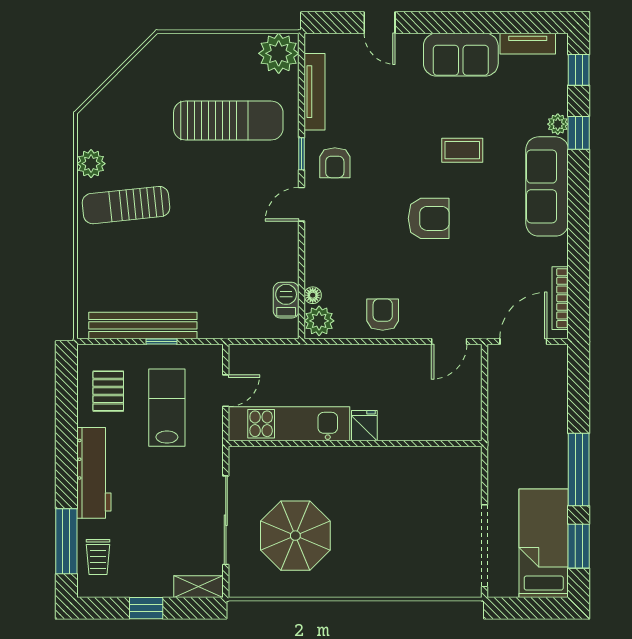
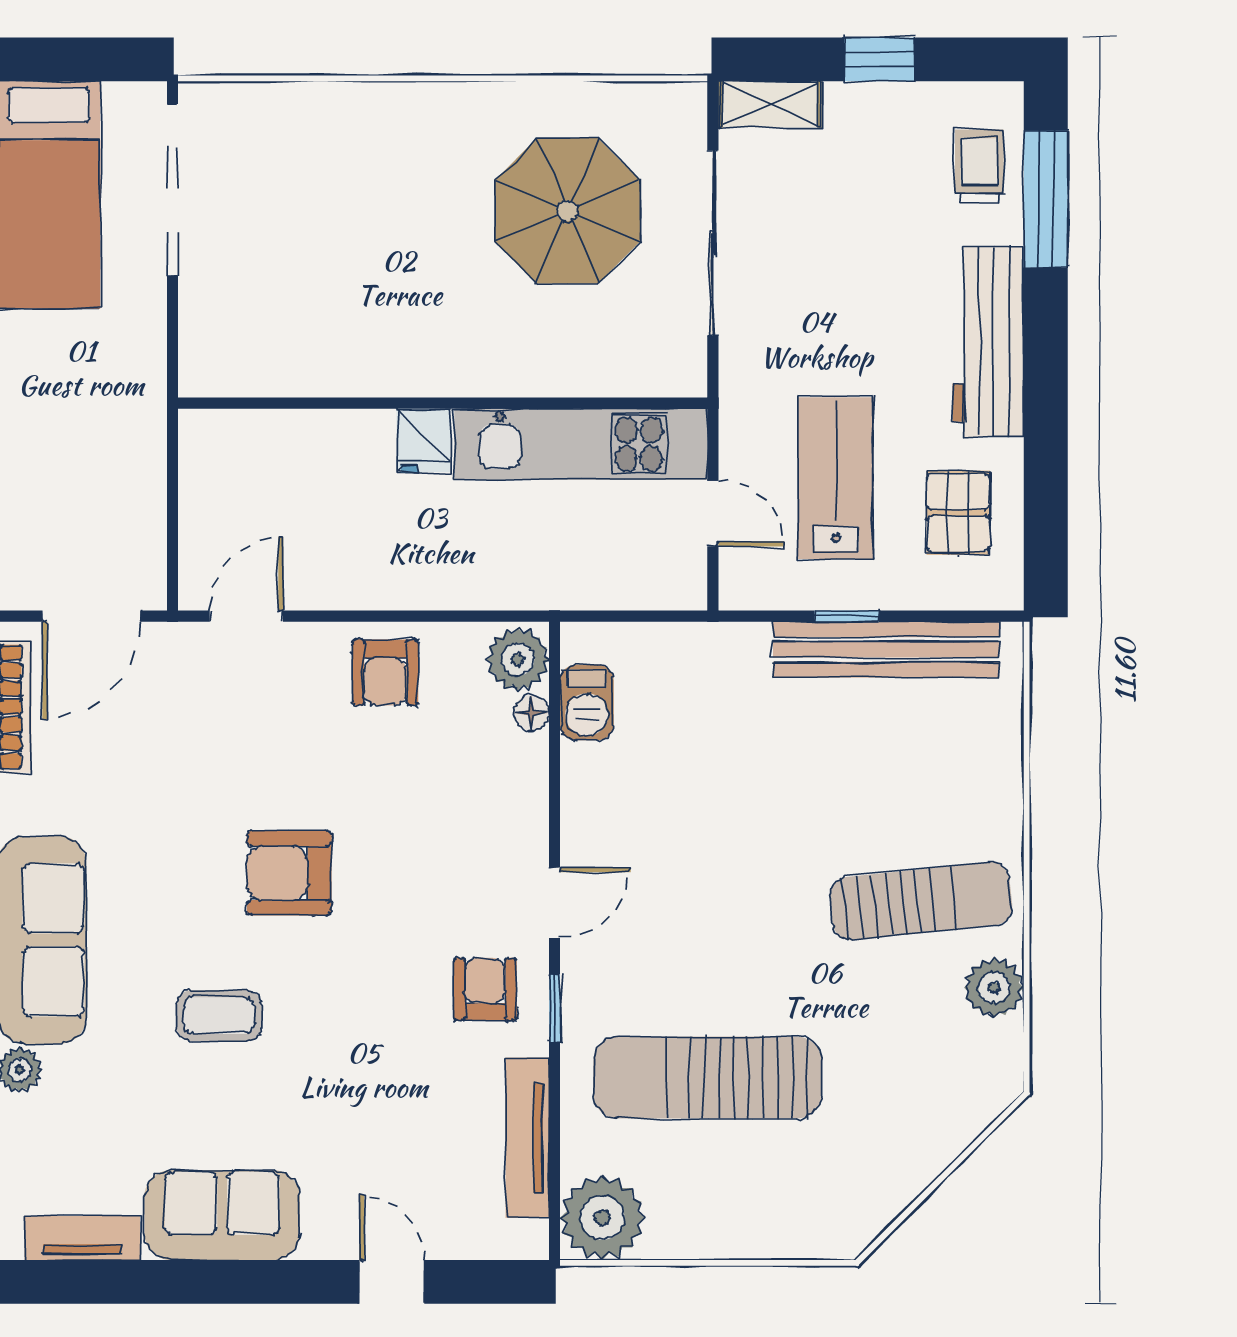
door: (226, 391) -> (713, 513), swing flipped
lab bench: (167, 408) -> (836, 478), turned 180

